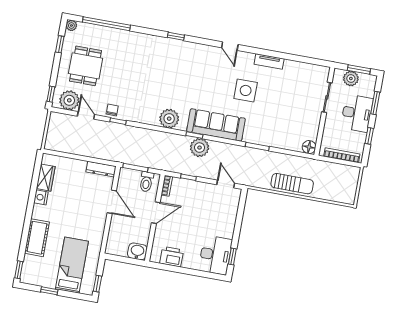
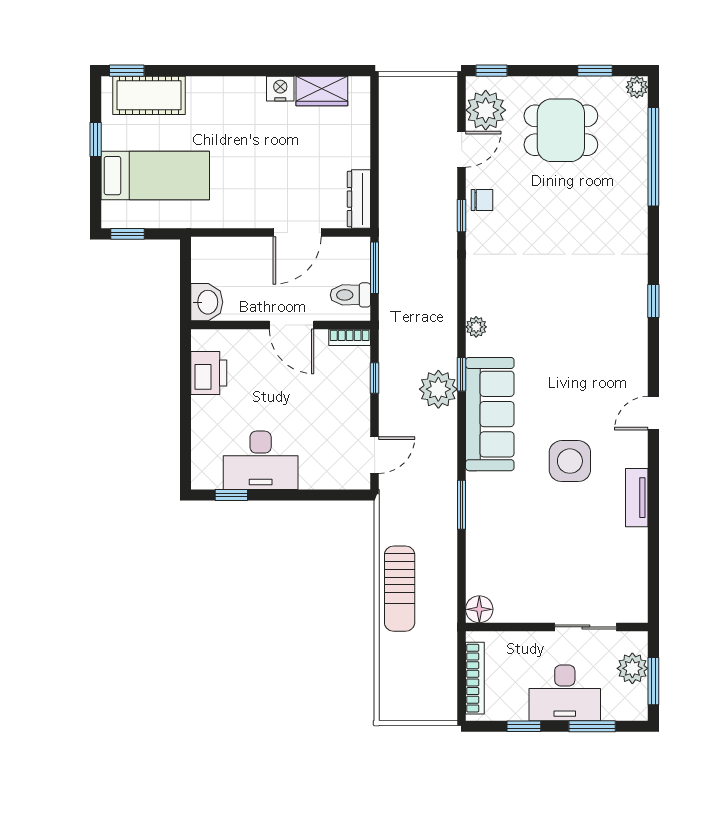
plant: (169, 119) -> (476, 327), width x0.53, depth x0.53
cot: (37, 238) -> (149, 95), moved
desk: (215, 255) -> (261, 460), moved

